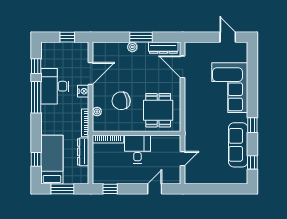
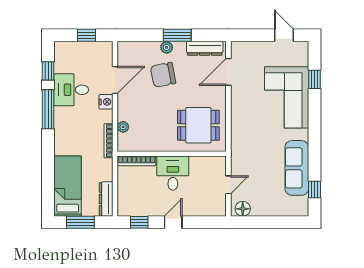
door: (183, 67) -> (228, 72), hinge flipped
desk: (55, 86) -> (71, 90), width x0.73
chair: (121, 101) -> (163, 75), moved
dining table: (158, 110) -> (198, 125), turned 90
window: (252, 125) -> (314, 79), moved
dresser: (83, 152) -> (106, 199), moved
window: (36, 159) -> (48, 186), removed
floor lamp: (194, 178) -> (243, 209), added
door: (155, 189) -> (173, 222), moved

